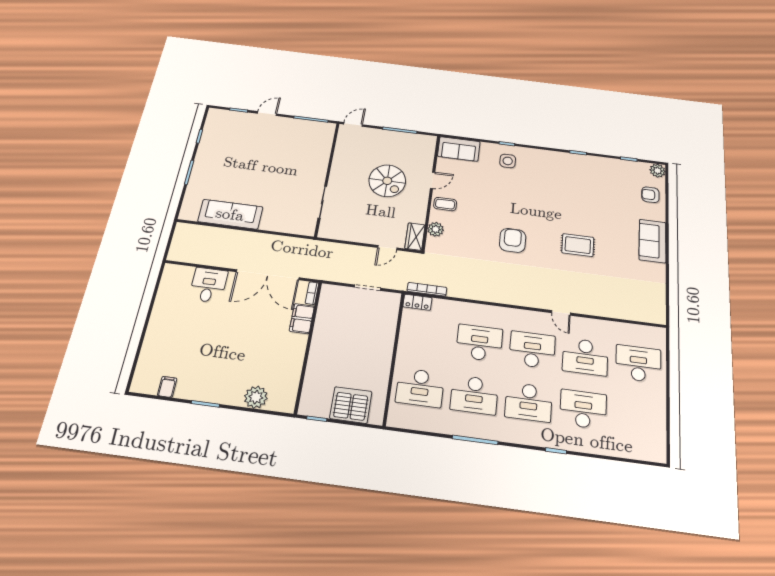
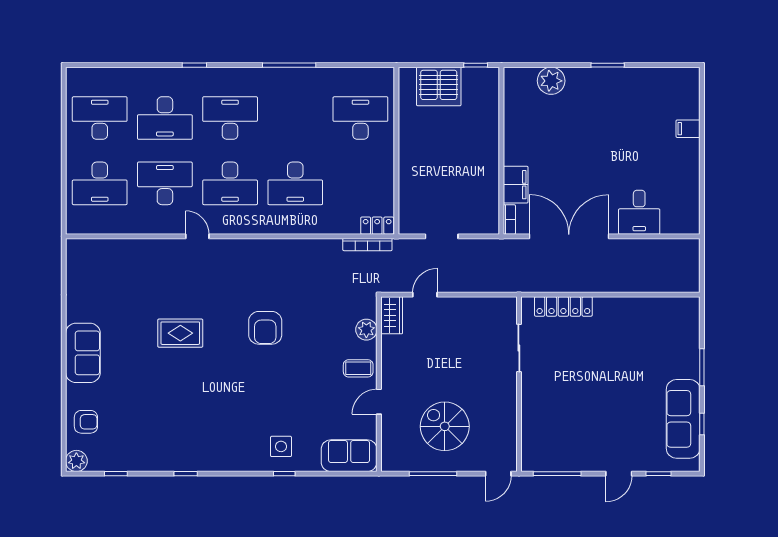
spiral stairs: (387, 181) -> (445, 426), moved
sofa: (230, 214) -> (683, 419), moved, turned 90
locker: (283, 226) -> (563, 306), added
filing cabinet: (167, 387) -> (688, 129), moved, turned 90
desk: (474, 395) -> (100, 118), moved

